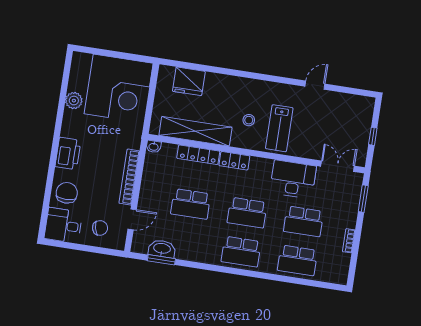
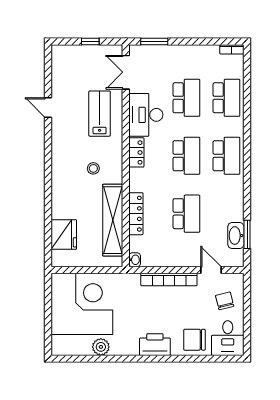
lab bench: (279, 128) -> (100, 114), moved, turned -90
locker: (234, 161) -> (136, 152), moved
bookcase: (349, 241) -> (232, 49), moved

